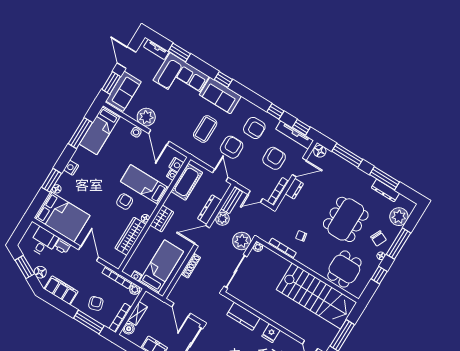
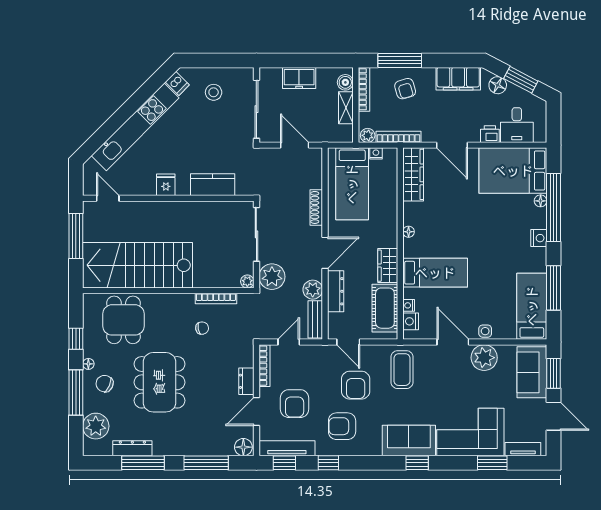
coffee table: (205, 129) -> (402, 370), moved
window: (51, 180) -> (554, 208), width x2.11
armchair: (125, 202) -> (447, 237), removed
wardrobe: (162, 219) -> (388, 266), moved
wardrobe: (130, 236) -> (413, 174), moved

